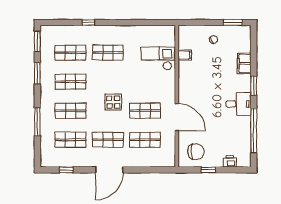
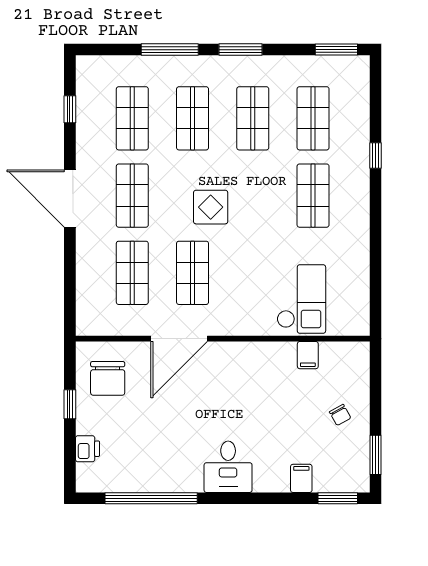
filing cabinet: (244, 63) -> (301, 478), width x0.50
window: (37, 73) -> (240, 50), moved
window: (254, 86) -> (338, 498), moved
desk: (239, 104) -> (228, 467), moved

